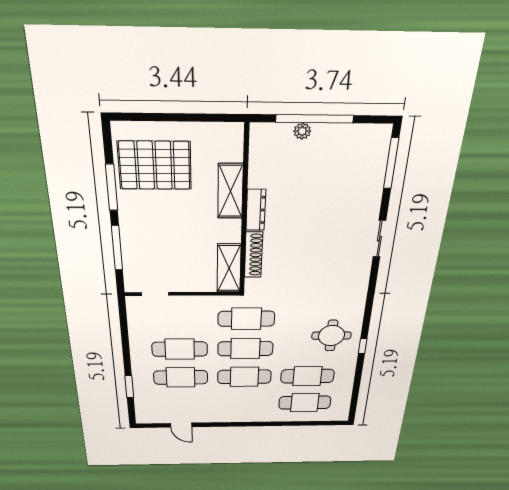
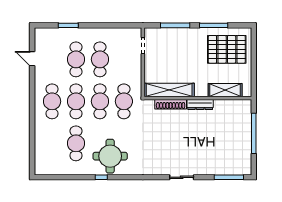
plant: (302, 131) -> (247, 127), removed
pallet: (155, 165) -> (227, 49), turned 90
shelving: (230, 191) -> (225, 90), moved
shelving: (229, 268) -> (169, 90), width x1.47
round table: (331, 336) -> (110, 156), width x1.36, depth x1.36
cafe table: (305, 403) -> (52, 101), moved
door: (181, 425) -> (32, 59), hinge flipped

